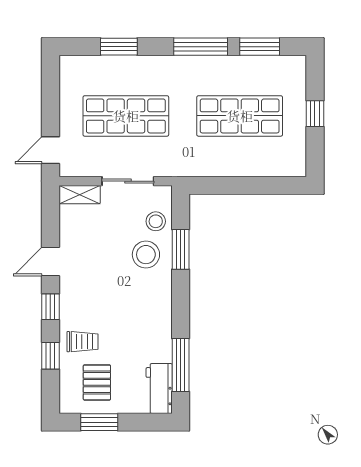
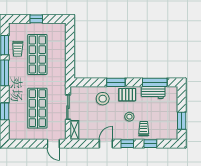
trolley: (252, 74) -> (18, 49), added
stool: (156, 221) -> (129, 117), moved
window: (181, 249) -> (116, 82), moved
door: (50, 261) -> (106, 144), swing flipped
pallet: (97, 382) -> (127, 95), moved
workbench: (159, 389) -> (153, 92), moved

